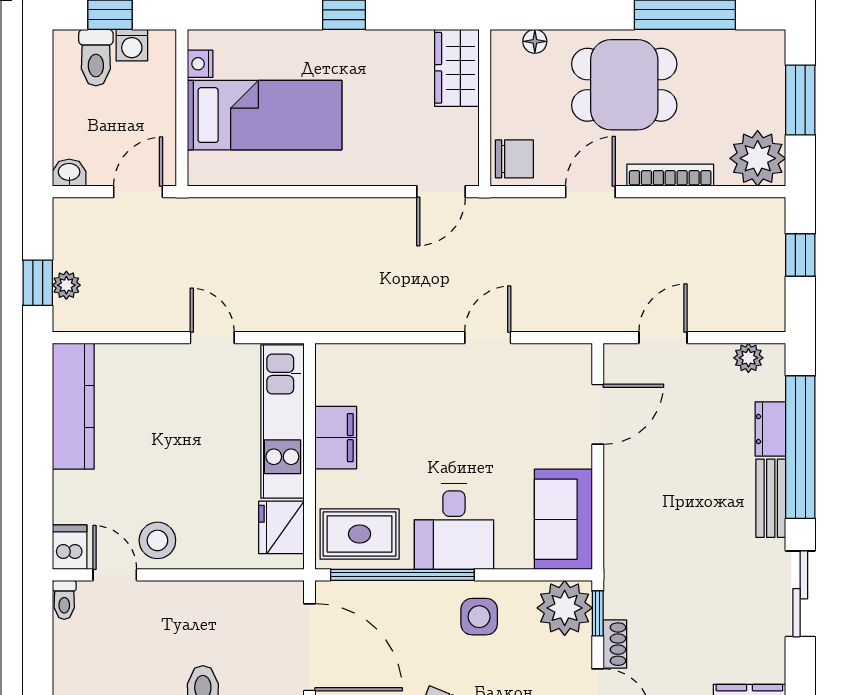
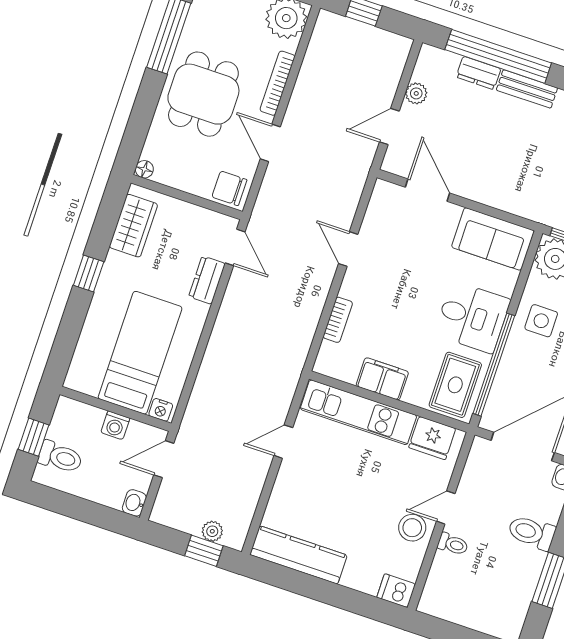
floor lamp: (535, 41) -> (144, 169), moved
washing machine: (132, 45) -> (115, 425), moved, turned 90
nightstand: (200, 64) -> (161, 410), moved
wardrobe: (457, 68) -> (133, 226), moved, turned -90
chair: (514, 159) -> (229, 188), turned -90
dresser: (387, 170) -> (207, 280), added
door: (138, 192) -> (164, 459), hinge flipped
door: (663, 338) -> (389, 127), hinge flipped
bookcase: (392, 355) -> (338, 320), added
plant: (748, 358) -> (416, 93), moved
door: (115, 575) -> (446, 507), moved
toilet: (64, 600) -> (453, 544), moved

